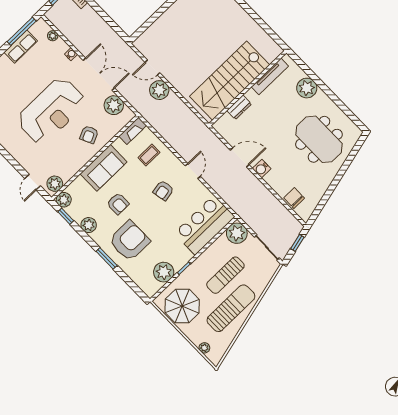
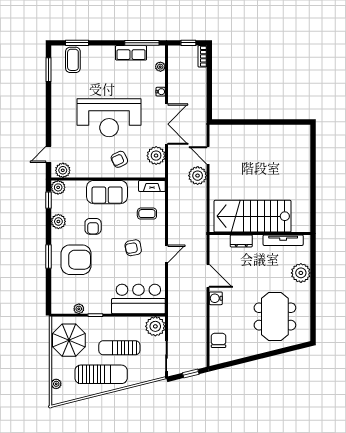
plant: (164, 272) -> (79, 309), width x0.53, depth x0.53

